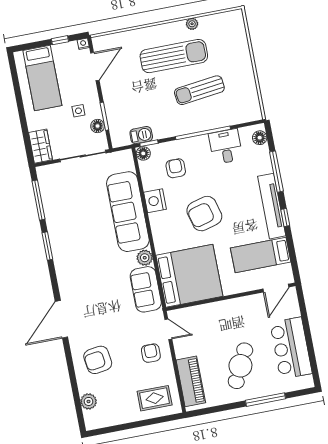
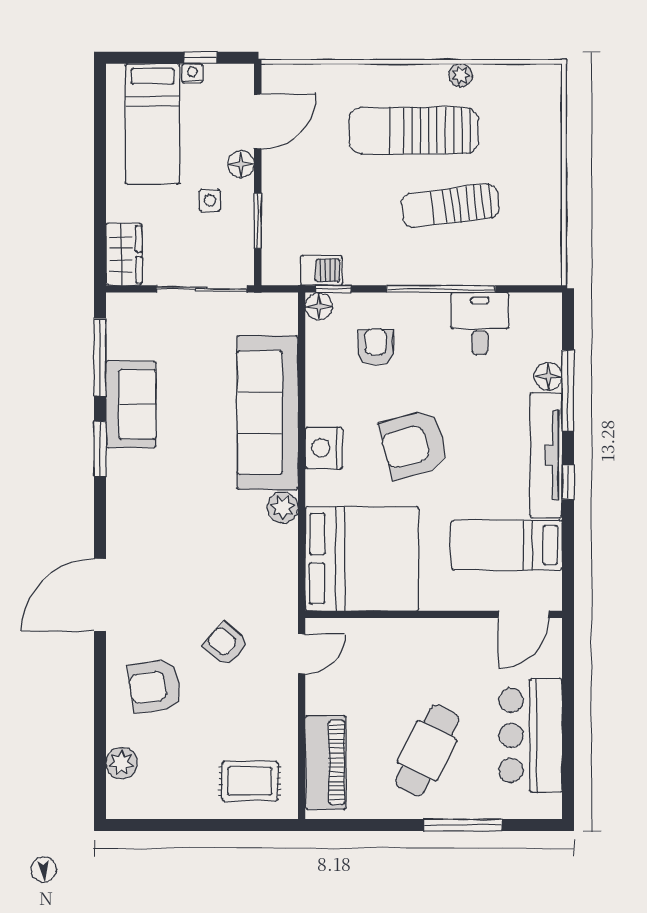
nightstand: (83, 44) -> (192, 73), moved
sun lounger: (174, 56) -> (414, 131), turned 180
floor lamp: (98, 126) -> (241, 164), moved
floor lamp: (260, 138) -> (548, 376), moved
nightstand: (155, 201) -> (324, 448), moved
sofa: (146, 289) -> (131, 404), moved, turned 180
door: (168, 329) -> (302, 654), hinge flipped
armchair: (151, 353) -> (226, 644), moved, turned -50

